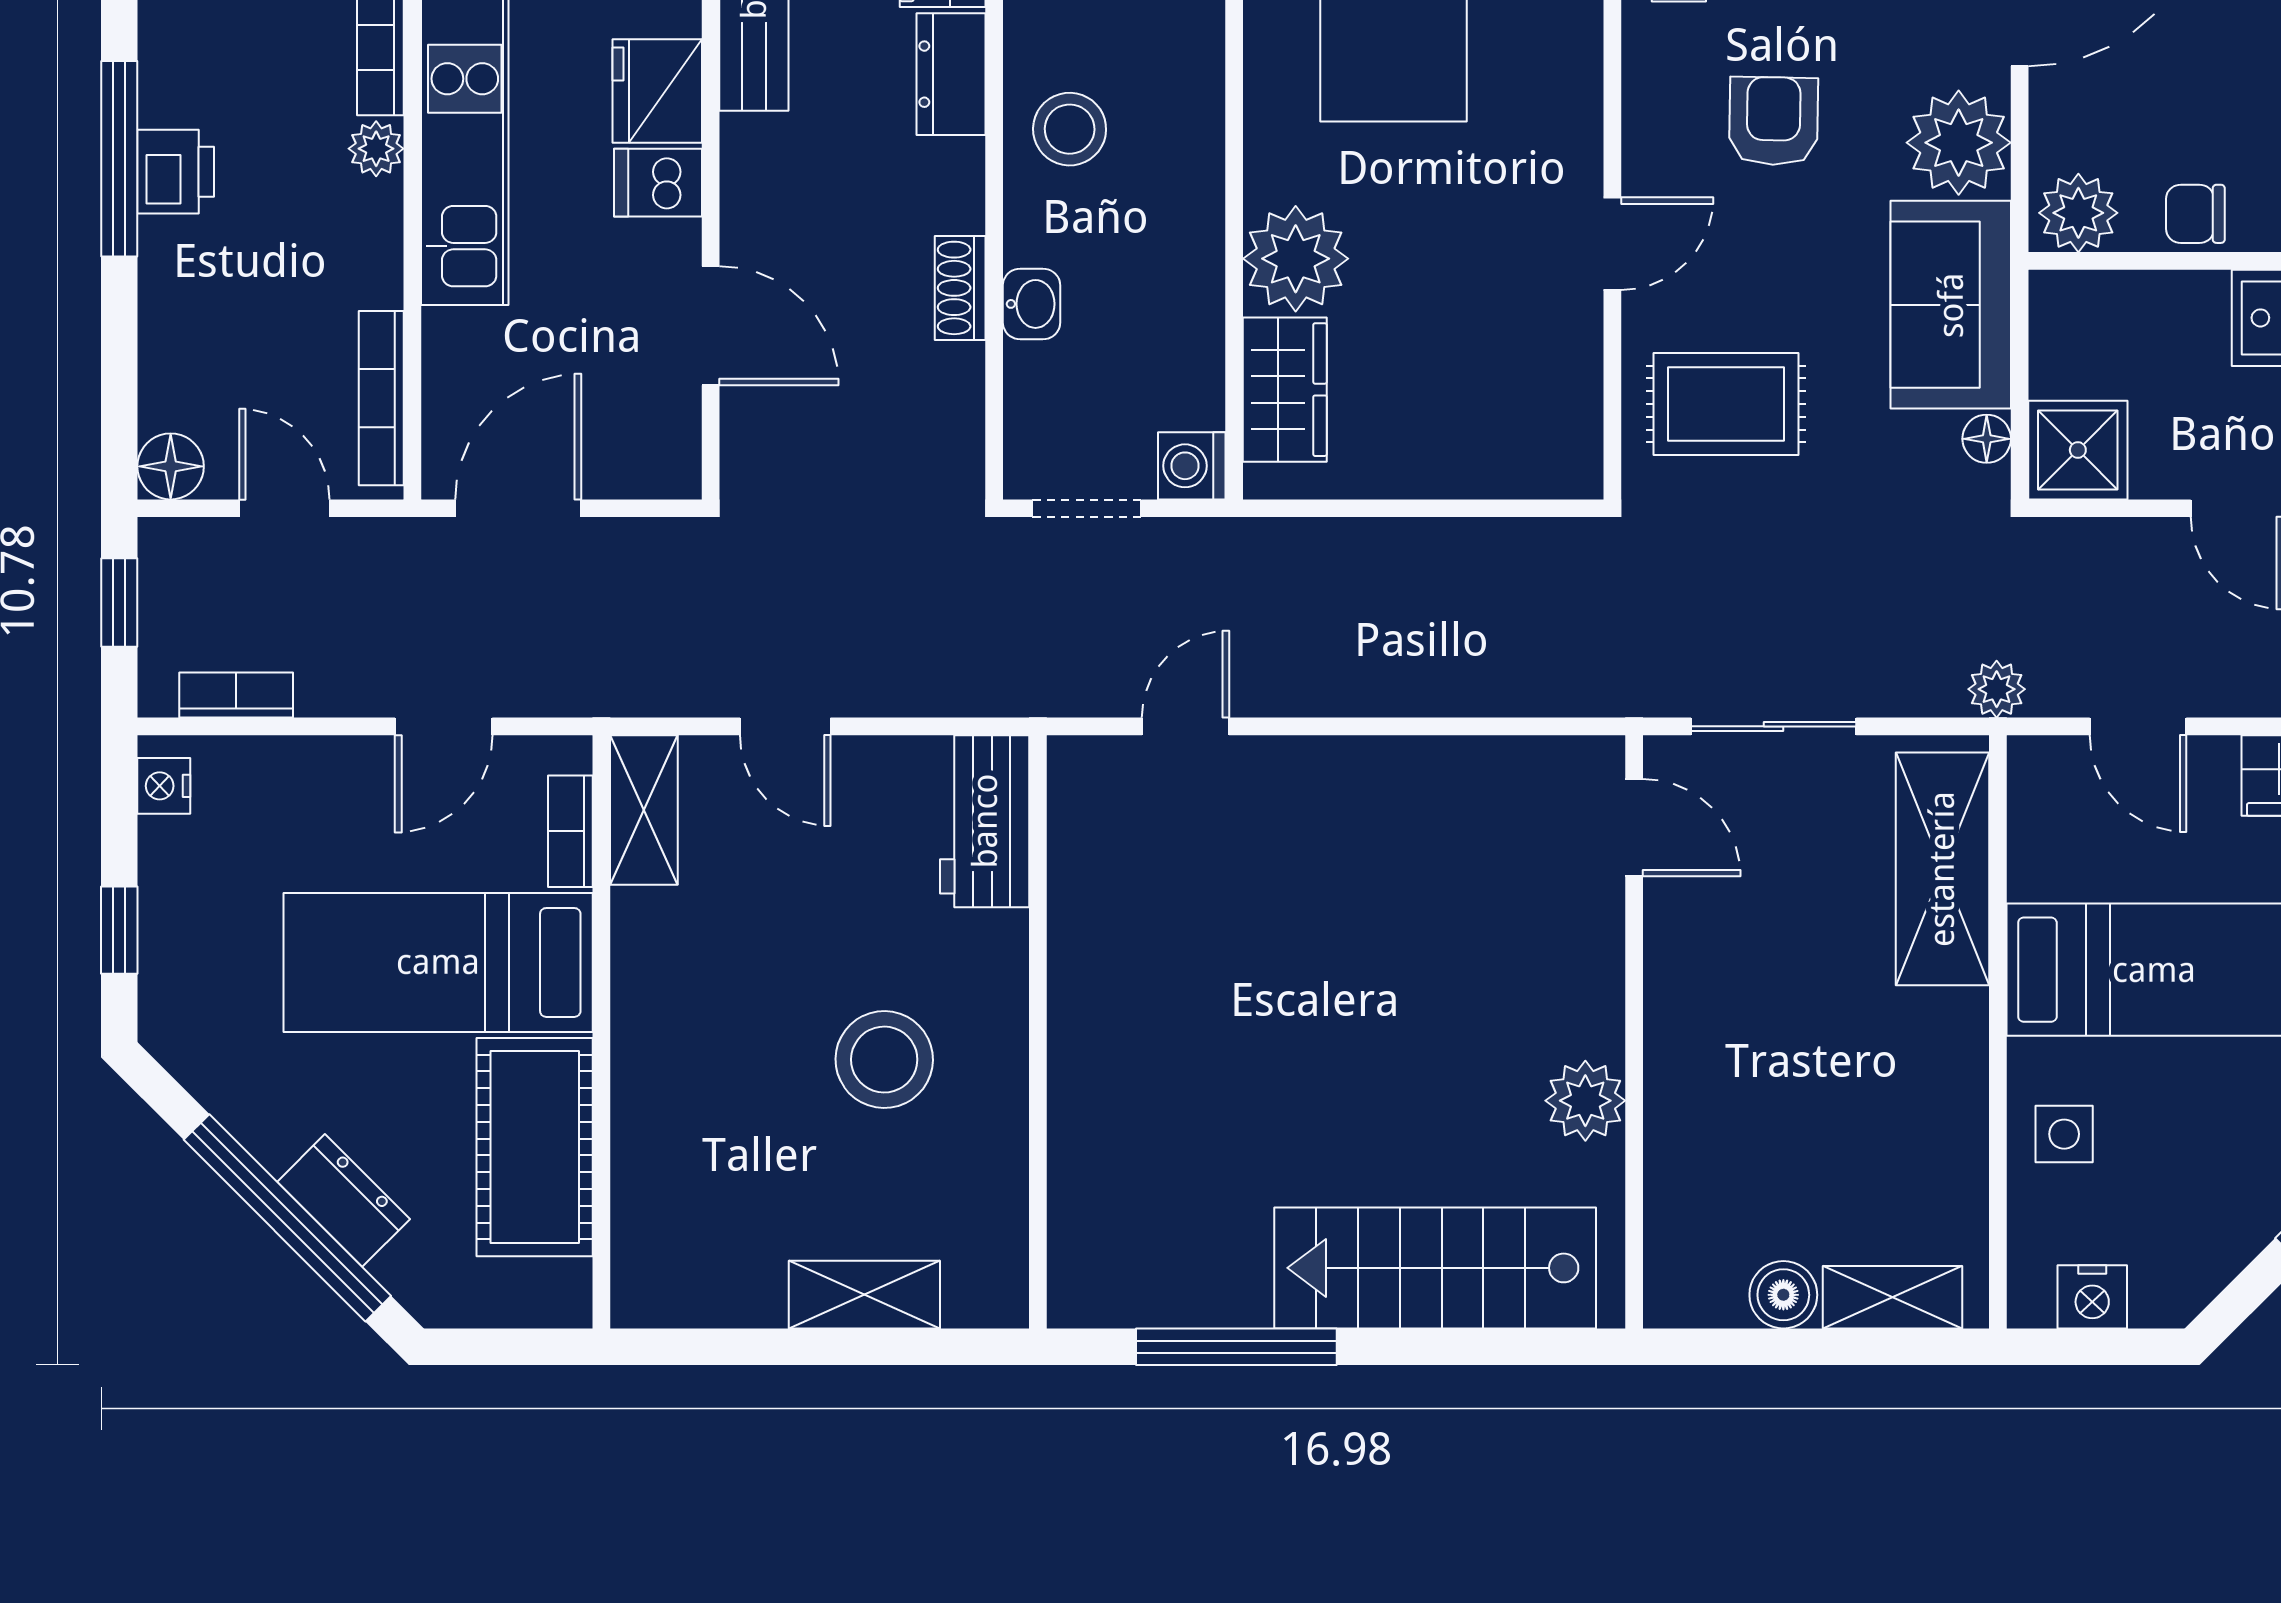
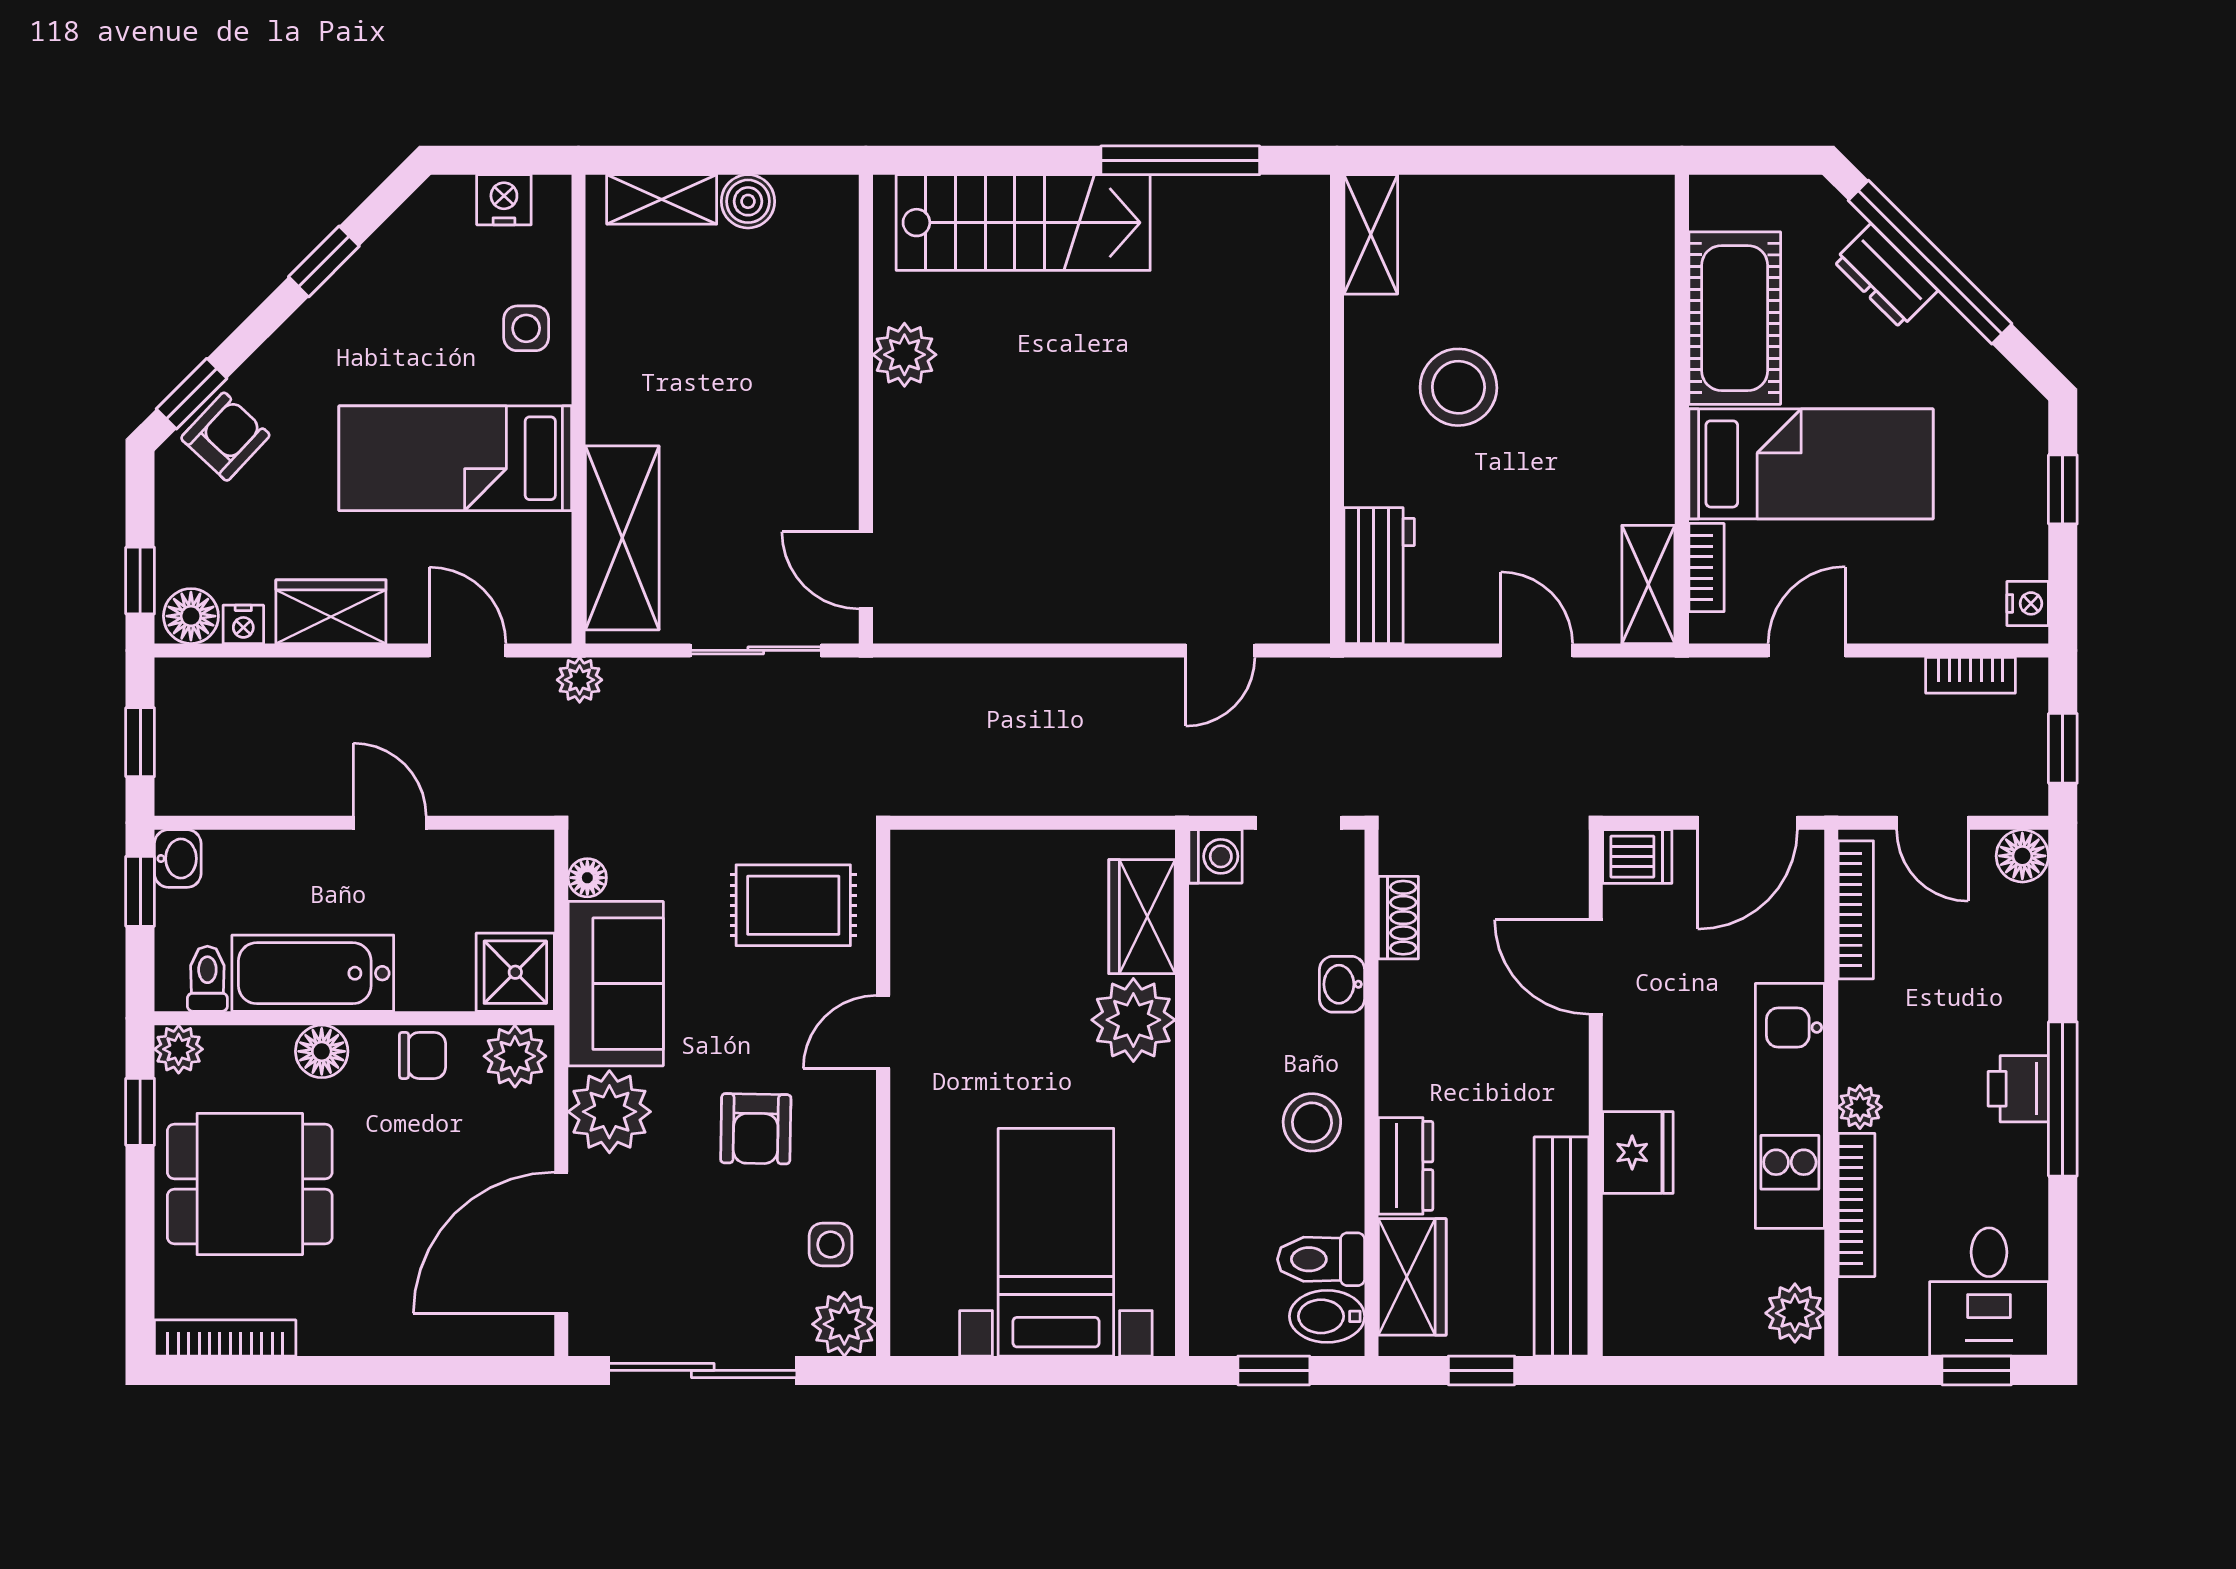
dishwasher: (658, 183) -> (1637, 857), moved
shoe rack: (960, 288) -> (1398, 918), moved
shower: (2078, 450) -> (515, 972), moved
shelving: (864, 1295) -> (1371, 234), moved, turned 90

